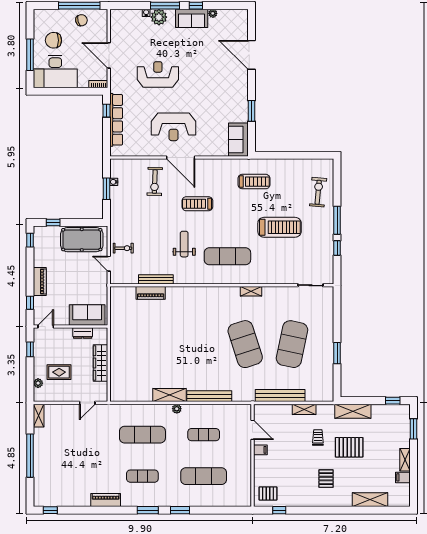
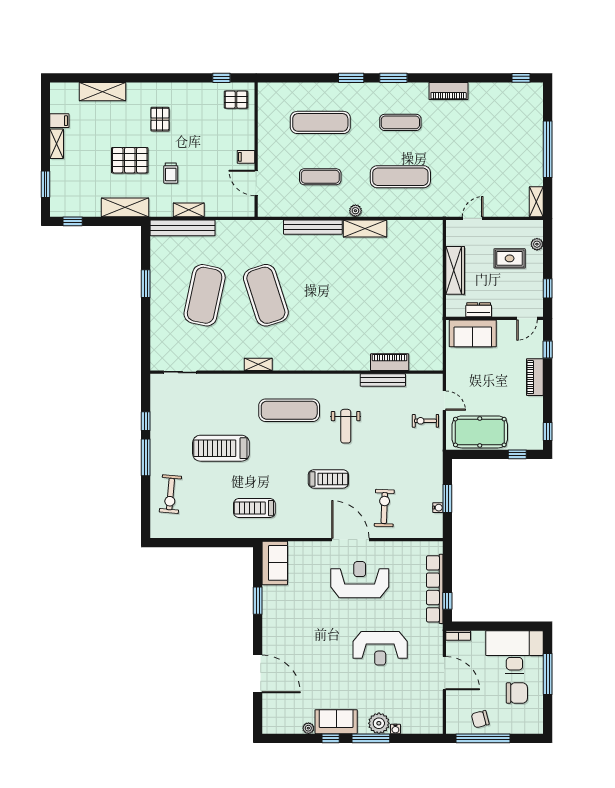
bench: (280, 396) -> (182, 228), moved

